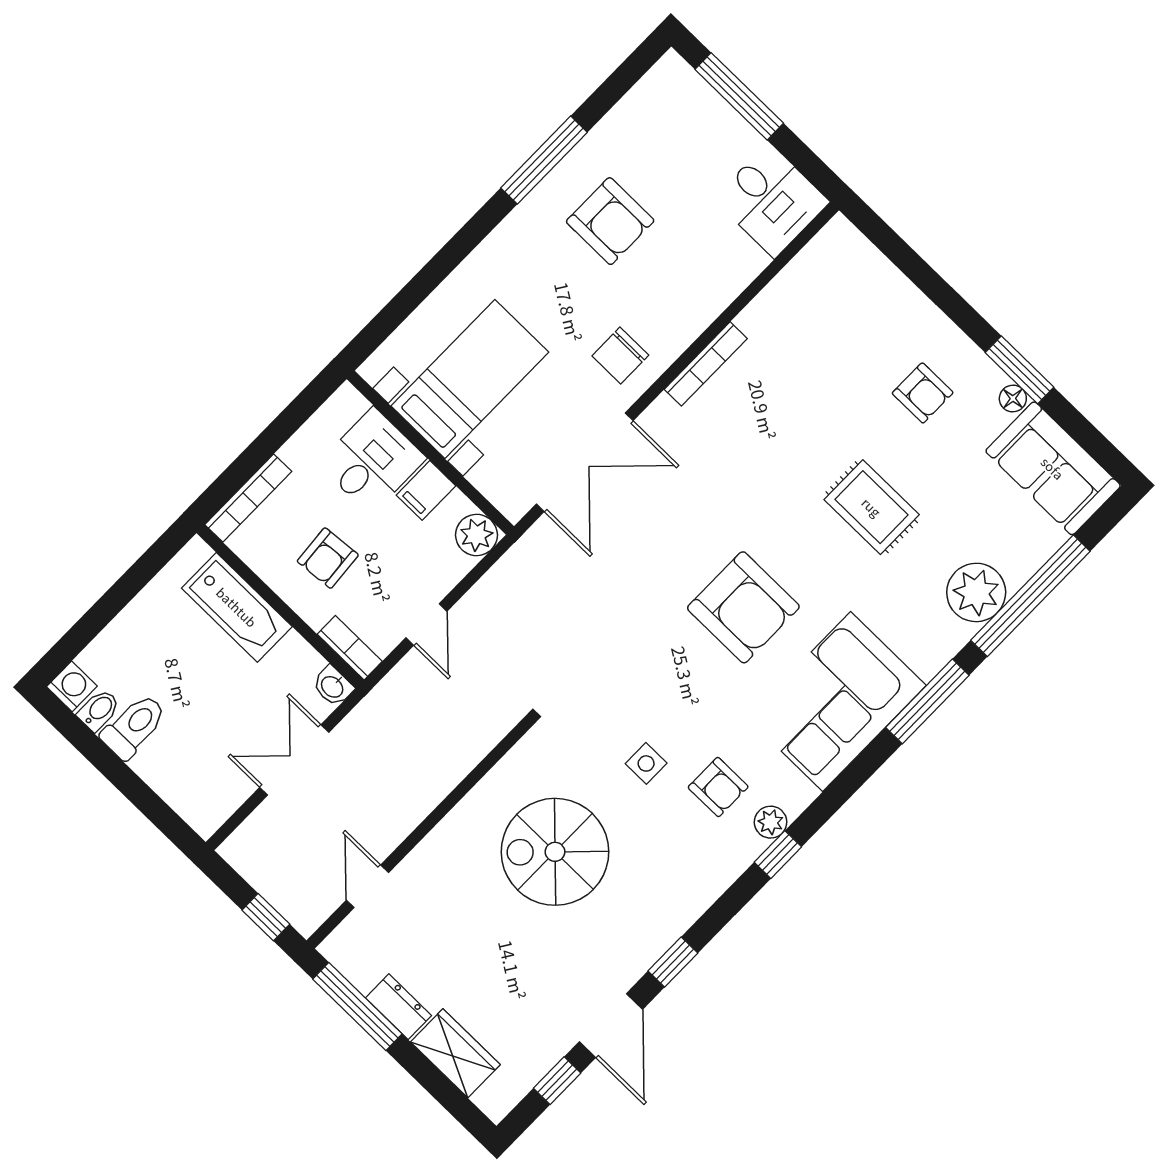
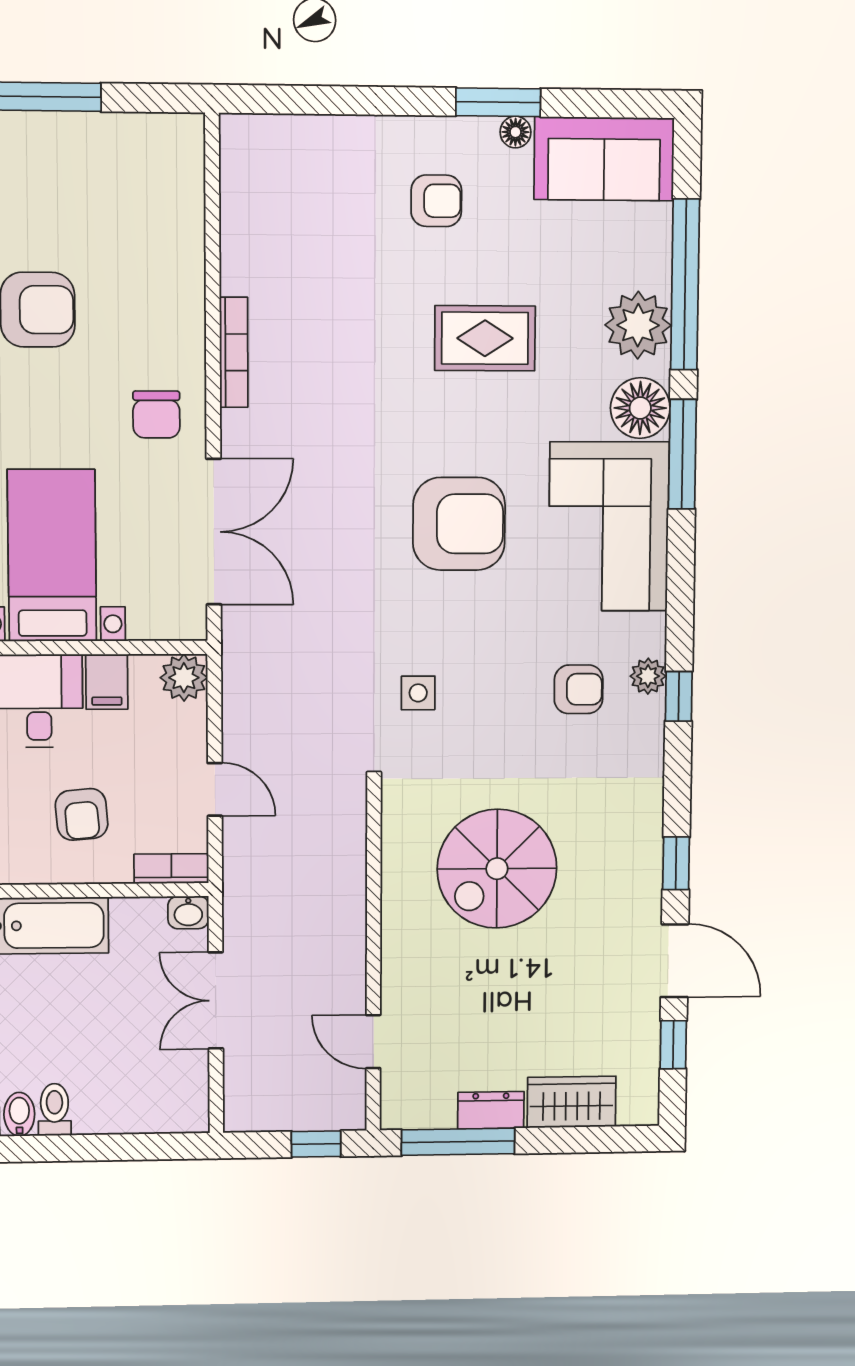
desk: (771, 200) -> (155, 160), removed
floor lamp: (928, 646) -> (640, 408), added
toilet: (134, 726) -> (55, 1110), width x0.73, depth x0.72
side table: (646, 763) -> (418, 693), moved

